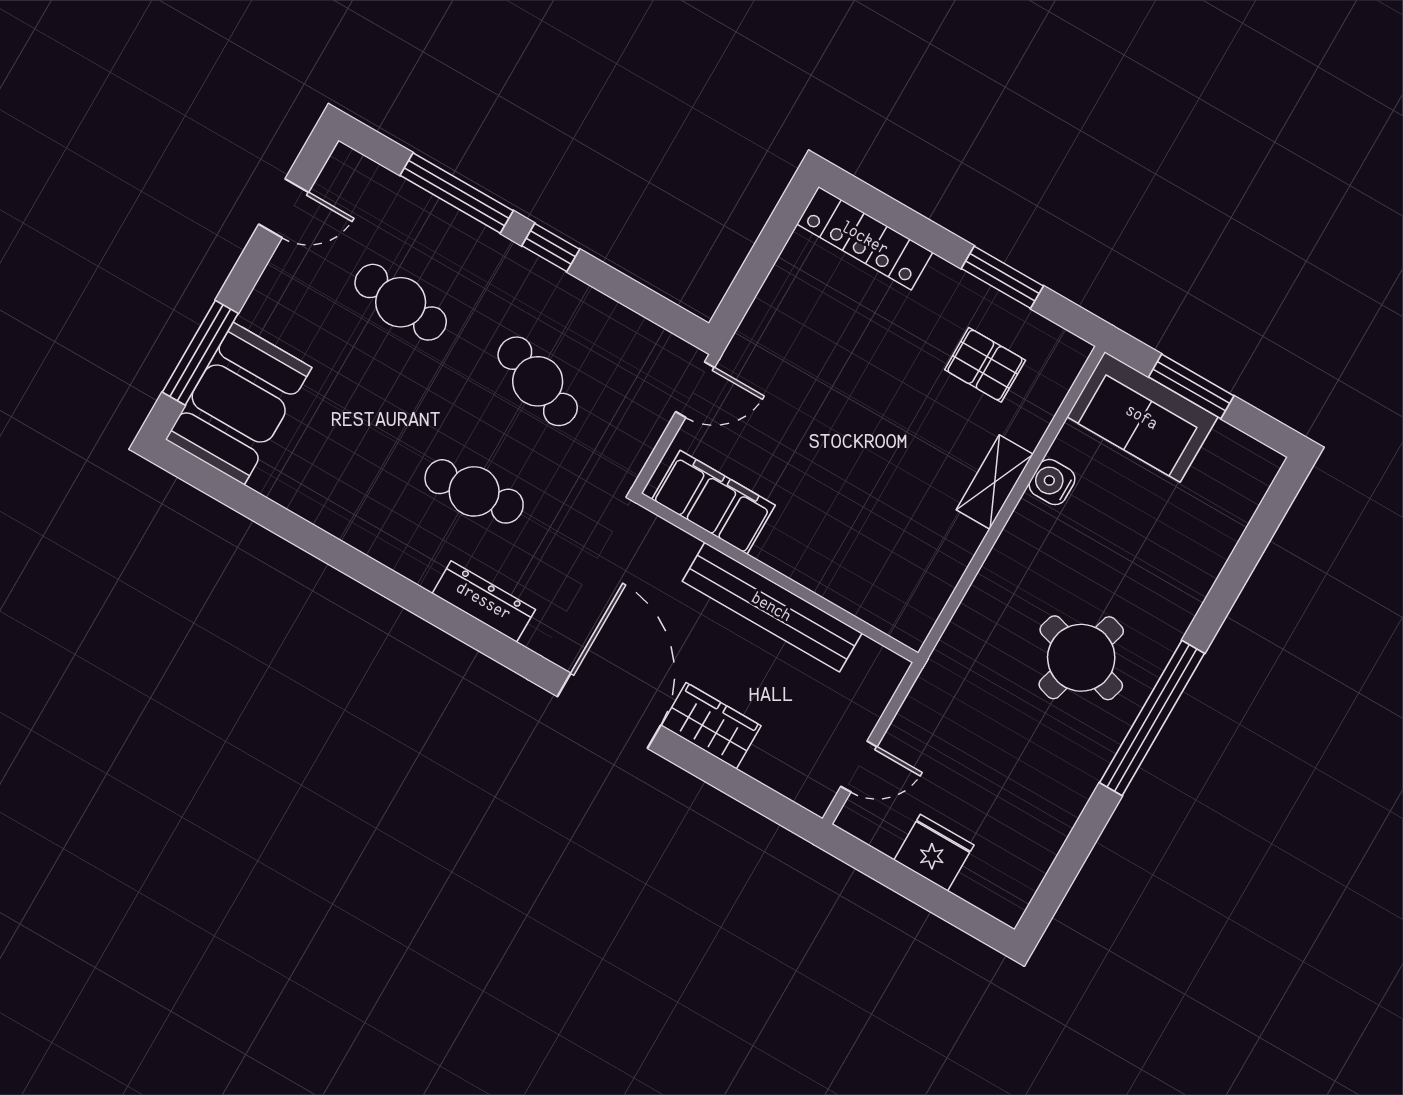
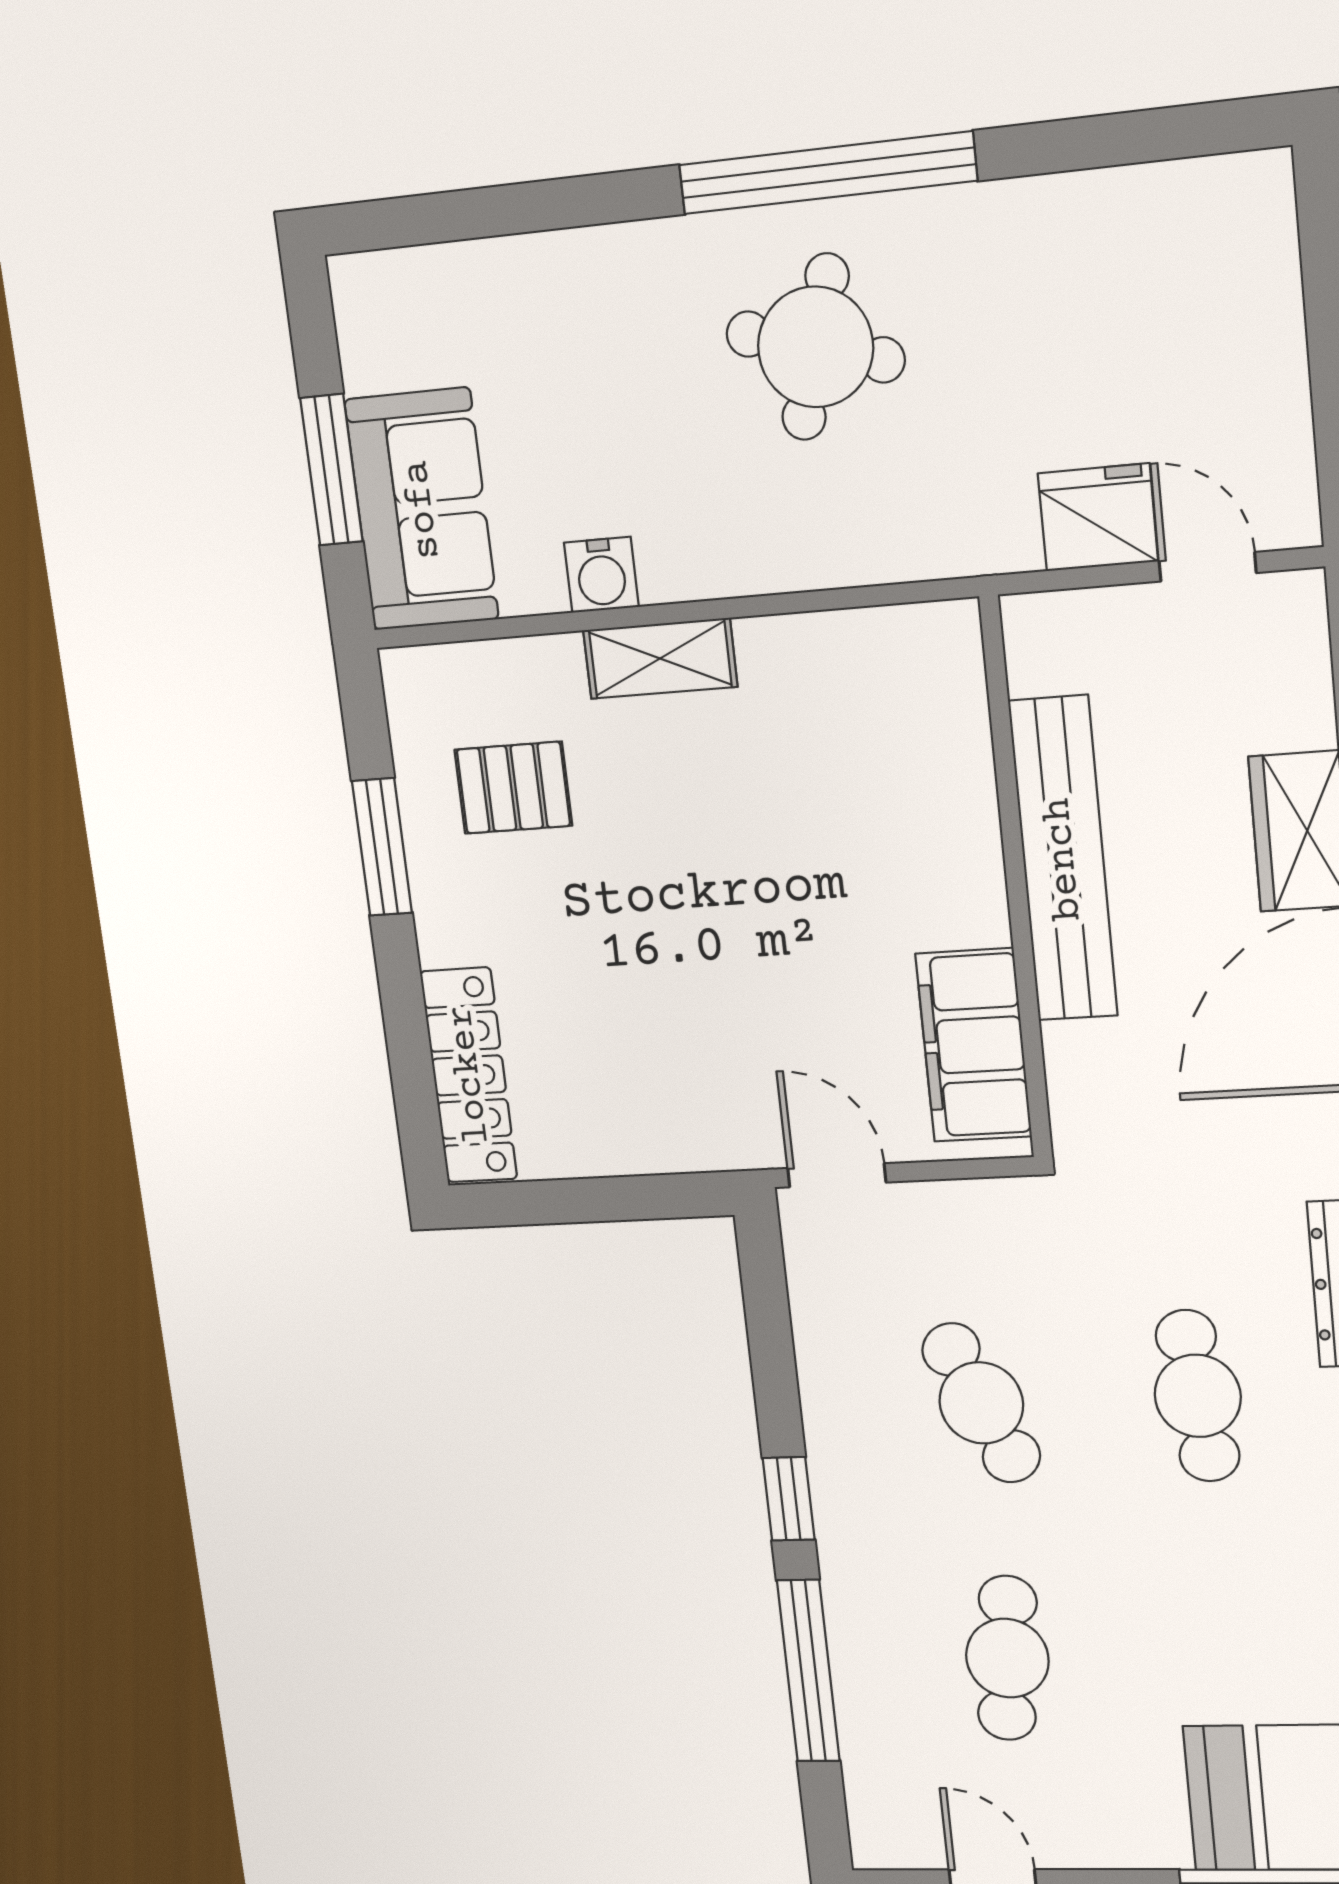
pallet: (985, 365) -> (513, 788), turned 90
cafe table: (538, 381) -> (981, 1403), turned -45
fridge: (934, 853) -> (1098, 517), moved, turned 90

